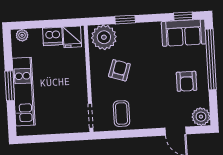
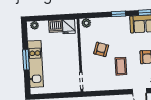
window: (125, 20) -> (118, 14), moved
plant: (104, 37) -> (86, 23), width x0.53, depth x0.53
coffee table: (122, 114) -> (121, 66), moved

